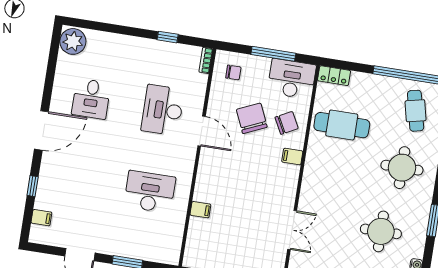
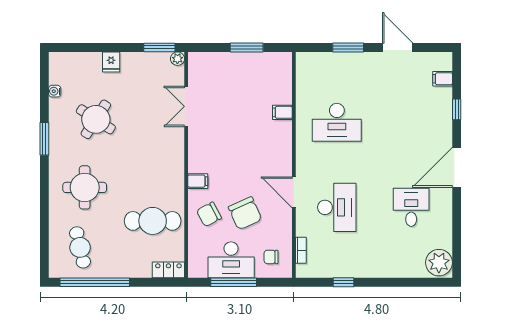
bookcase: (206, 60) -> (301, 250), moved
desk: (292, 79) -> (231, 260), moved
round table: (381, 231) -> (96, 119), turned 33

